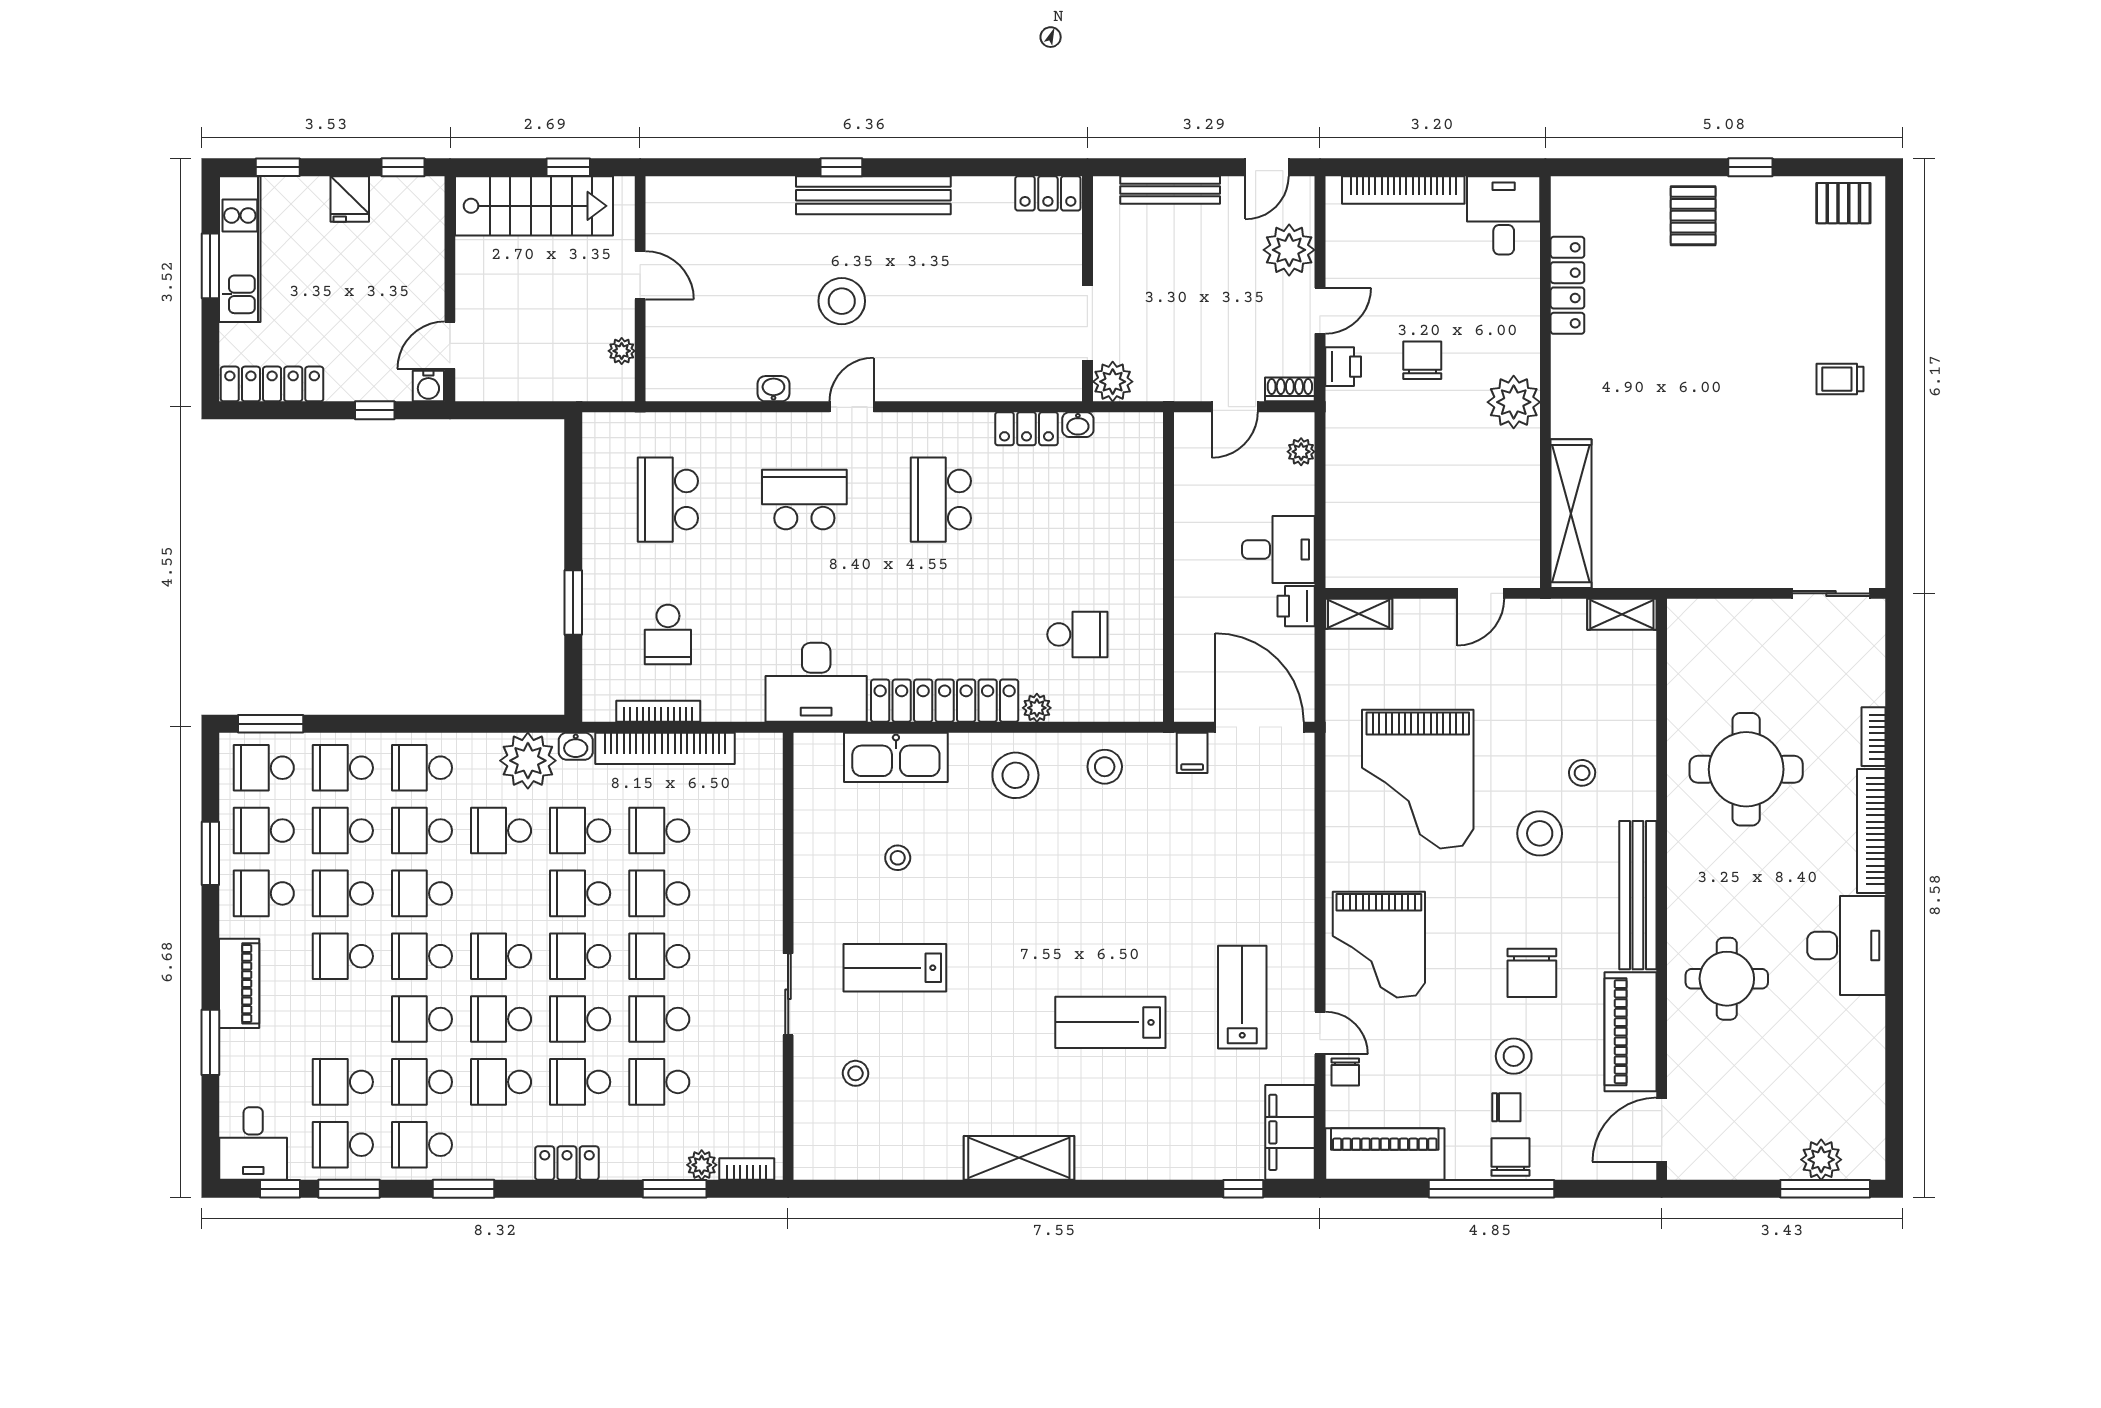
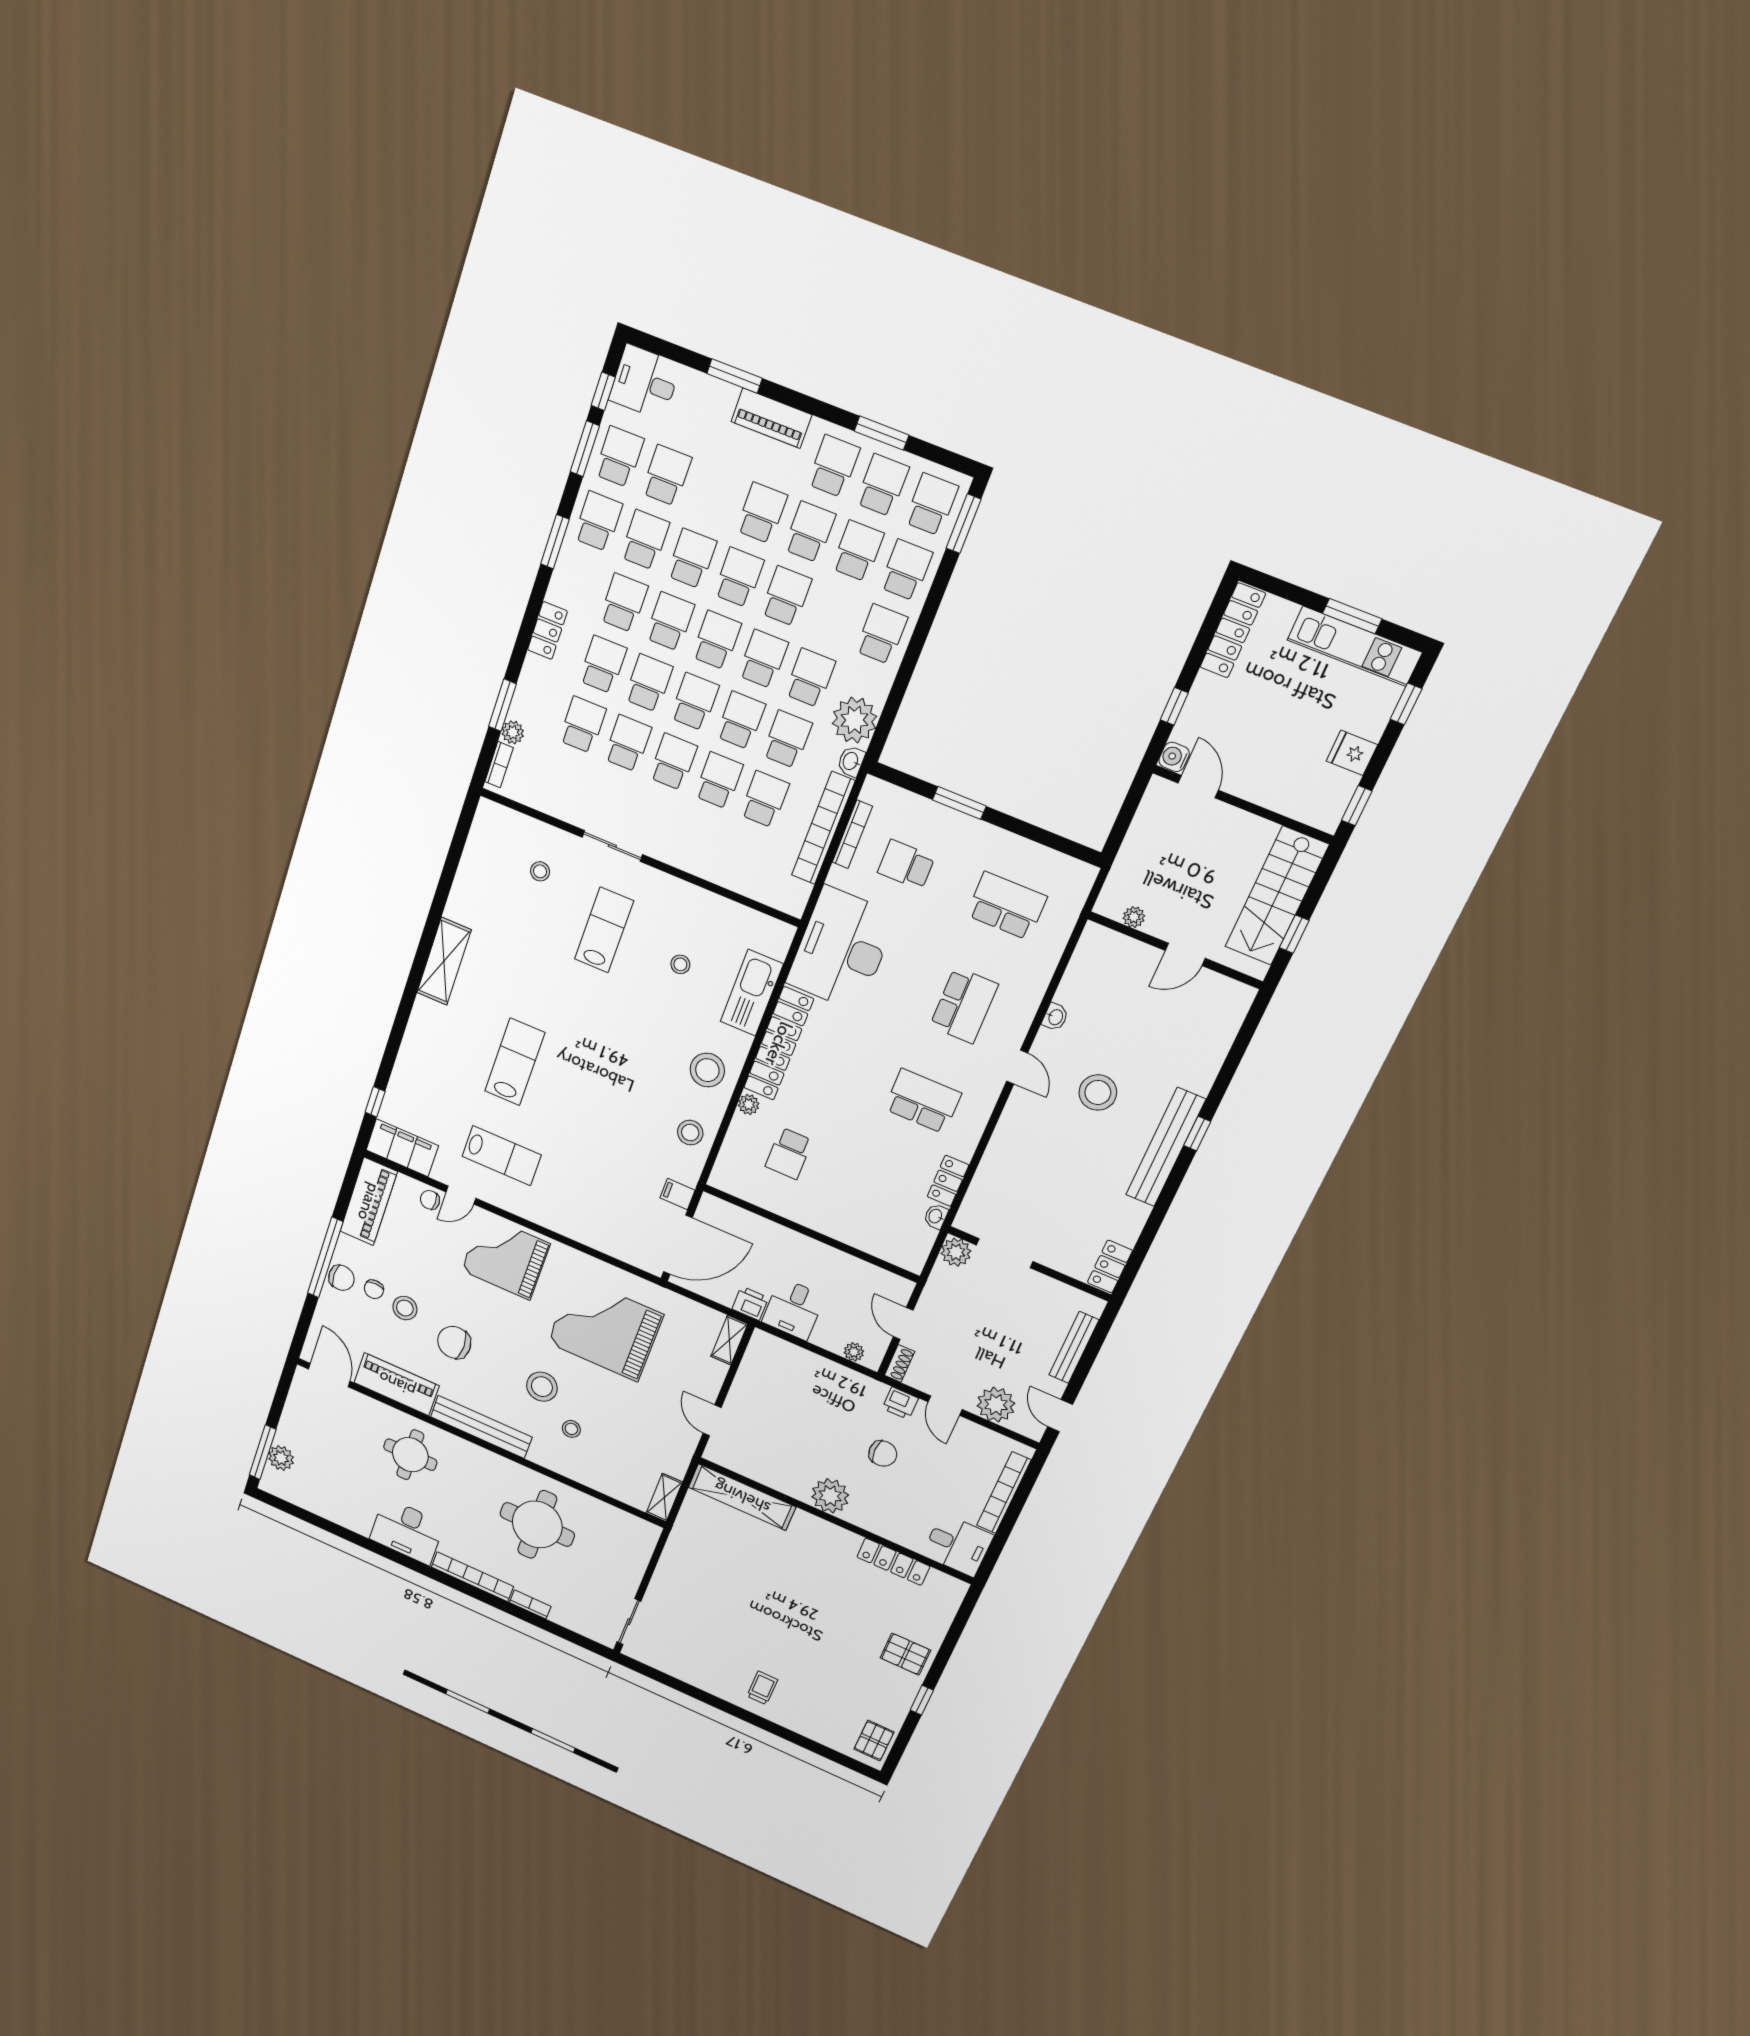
desk: (816, 682) -> (841, 949), width x1.36, depth x1.30
school desk: (422, 831) -> (763, 659), moved

